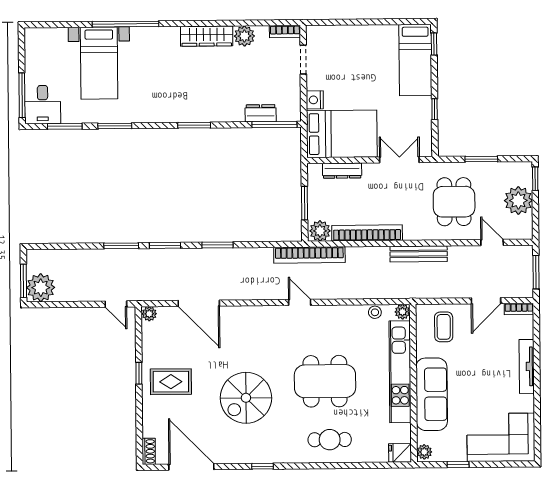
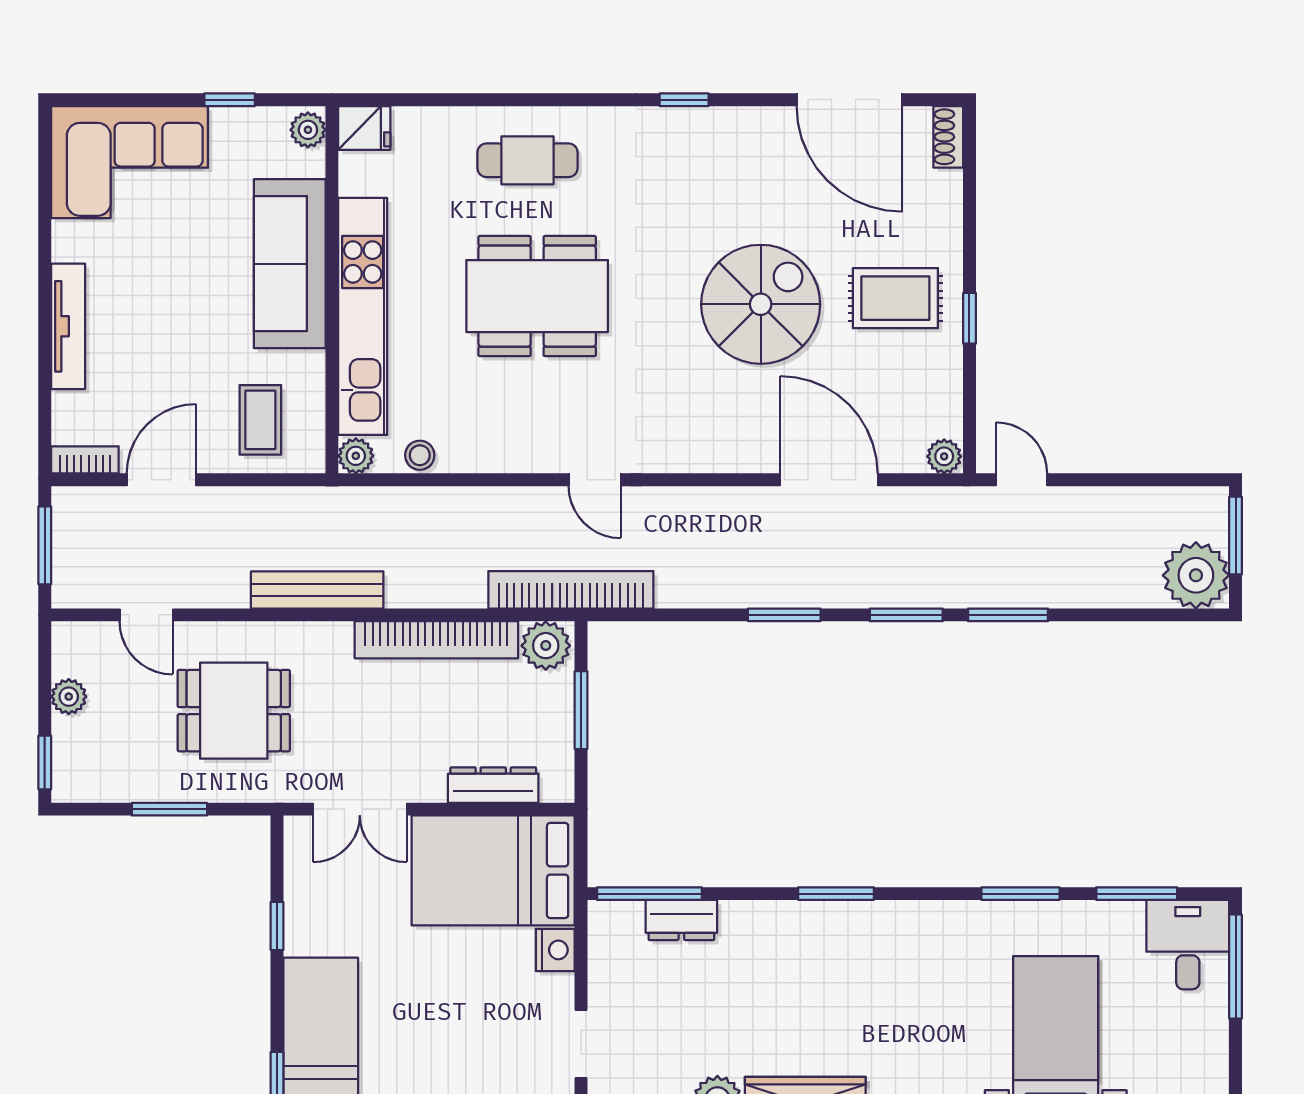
plant: (518, 201) -> (69, 697), width x0.53, depth x0.53
dining table: (454, 202) -> (234, 711), turned 90
plant: (41, 288) -> (1196, 575), moved
spiral stairs: (246, 398) -> (761, 304), moved

